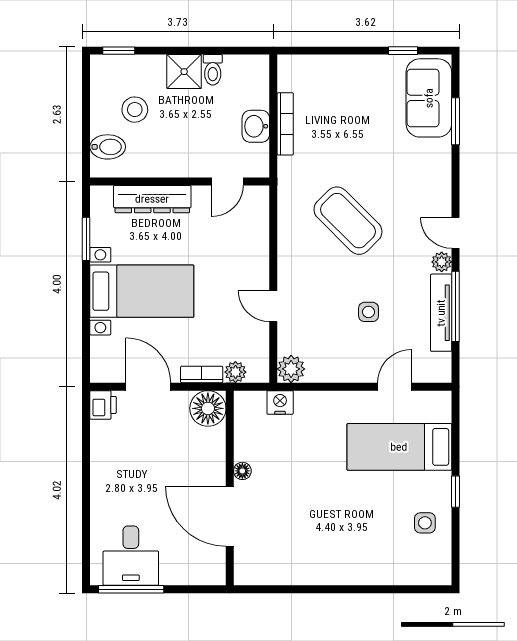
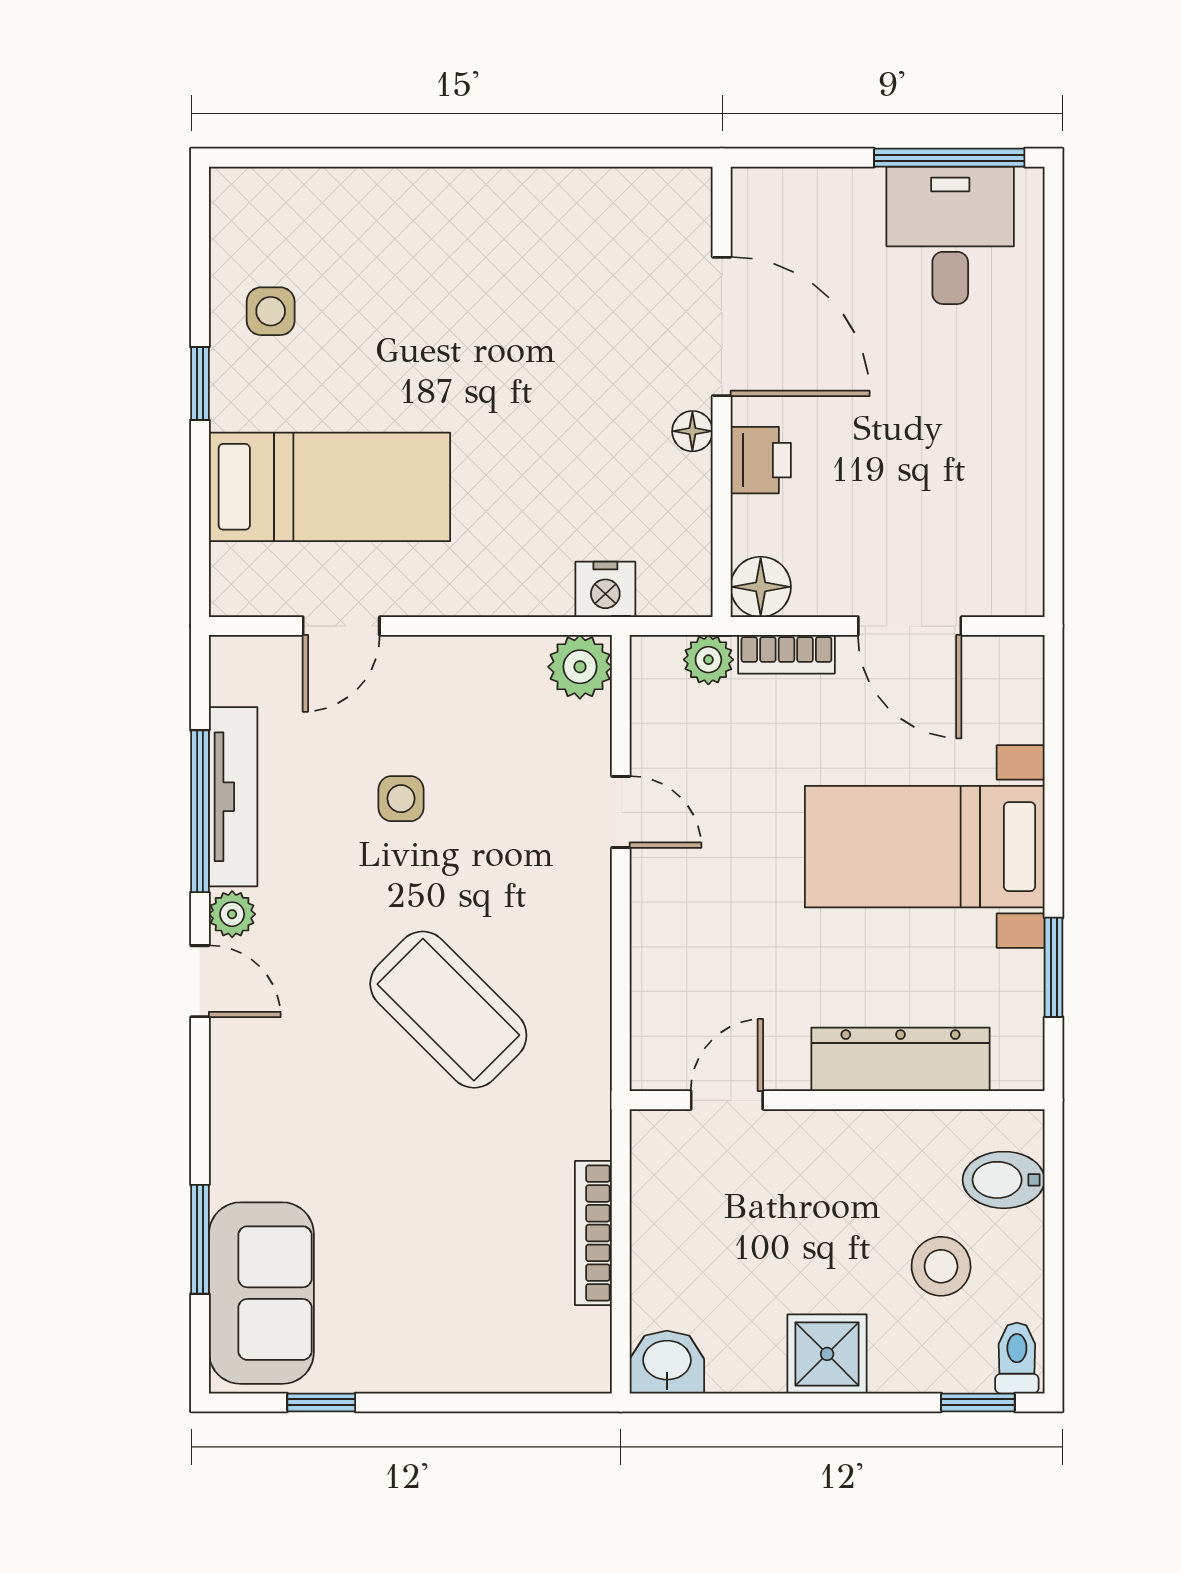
toilet: (213, 70) -> (1017, 1358), moved
washbasin: (256, 126) -> (667, 1362), moved, turned -90
printer: (103, 405) -> (761, 460), moved, turned 180
floor lamp: (208, 408) -> (761, 587), width x0.73, depth x0.73

